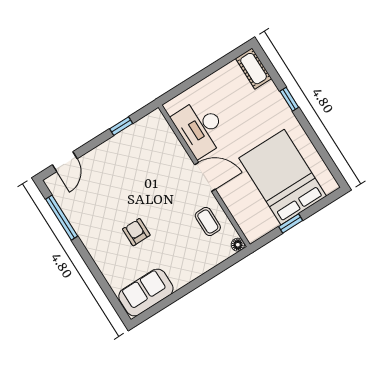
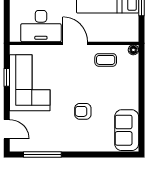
corner sofa: (131, 155) -> (30, 83), added
door: (205, 177) -> (75, 43), hinge flipped

